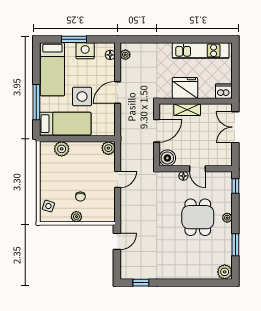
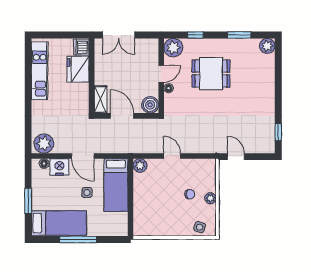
nightstand: (85, 51) -> (59, 167), moved, turned 90
plant: (125, 55) -> (44, 144), width x1.88, depth x1.88
fridge: (185, 88) -> (78, 69), moved
side table: (82, 97) -> (87, 193), width x0.54, depth x0.54
window: (36, 102) -> (78, 240), moved
shelving: (187, 110) -> (100, 99), moved
bed: (65, 124) -> (116, 185), moved, turned 180
plant: (62, 149) -> (141, 214), removed
window: (235, 186) -> (196, 35), moved
plant: (227, 218) -> (173, 48), moved, width x1.88, depth x1.88

